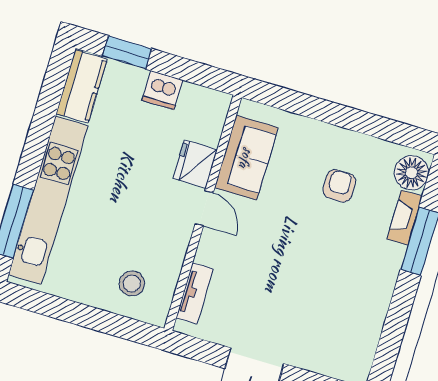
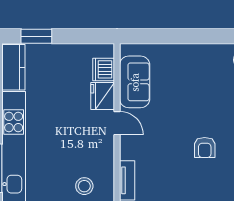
dishwasher: (162, 90) -> (104, 69), moved, turned 90
armchair: (339, 186) -> (205, 148), moved, turned 180

